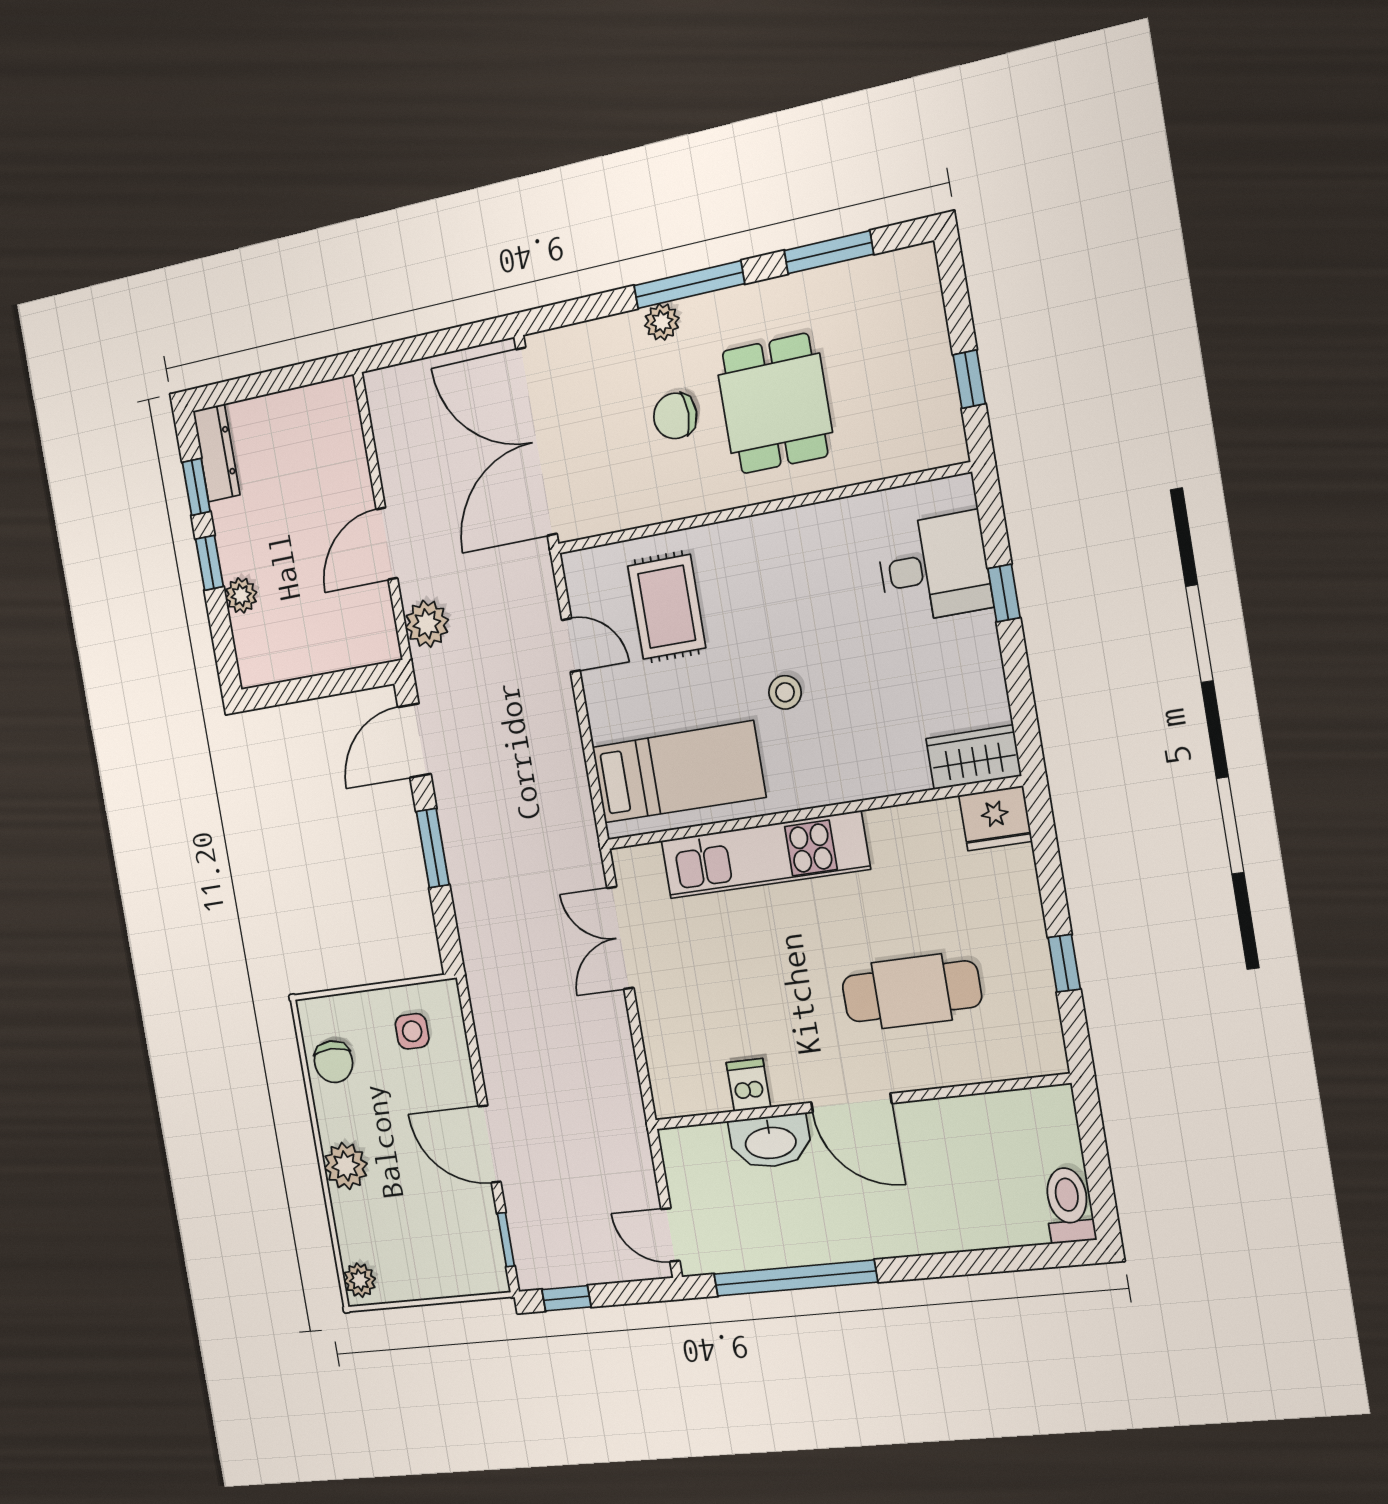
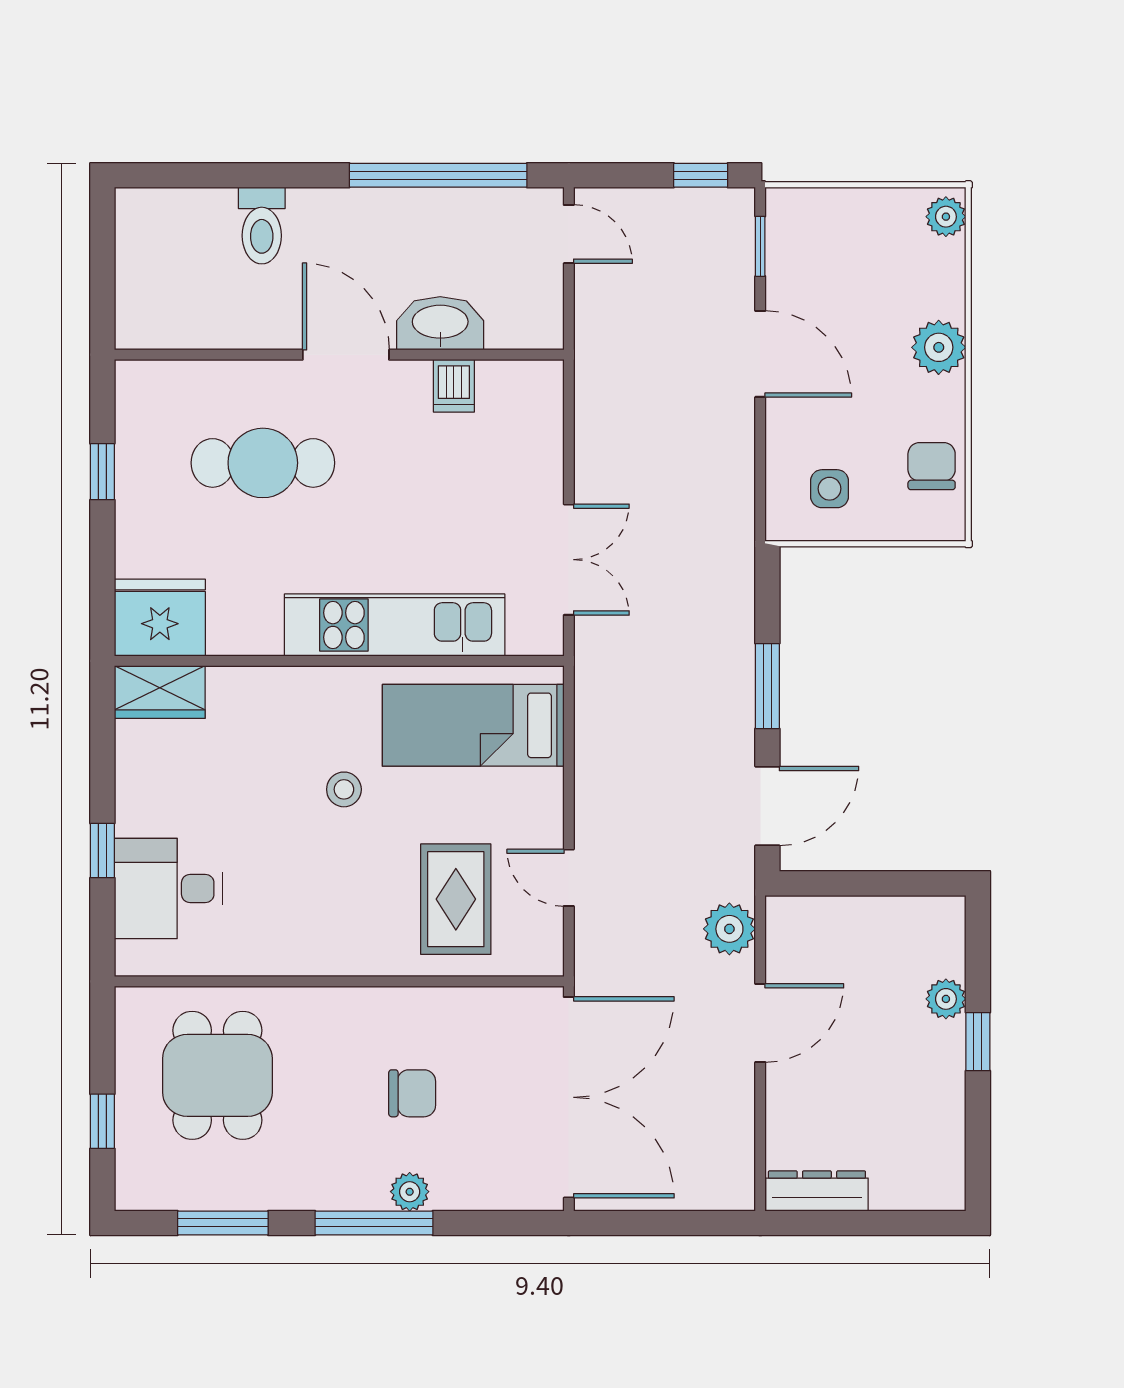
window: (969, 379) -> (102, 1121), moved
dining table: (775, 404) -> (217, 1075), moved
dresser: (216, 453) -> (817, 1191), moved, turned 90
window: (196, 487) -> (978, 1128), removed
fridge: (995, 818) -> (160, 618), width x1.36, depth x1.34
toilet: (1068, 1205) -> (262, 226), moved

